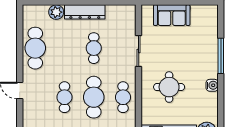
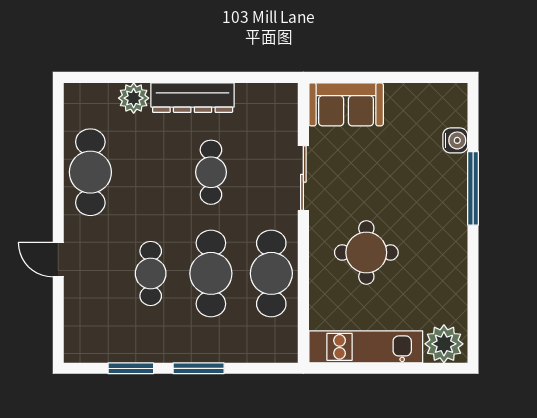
sofa: (172, 15) -> (346, 104), moved
water cooler: (212, 85) -> (455, 140), moved
cafe table: (123, 97) -> (271, 273), width x1.37, depth x1.35

